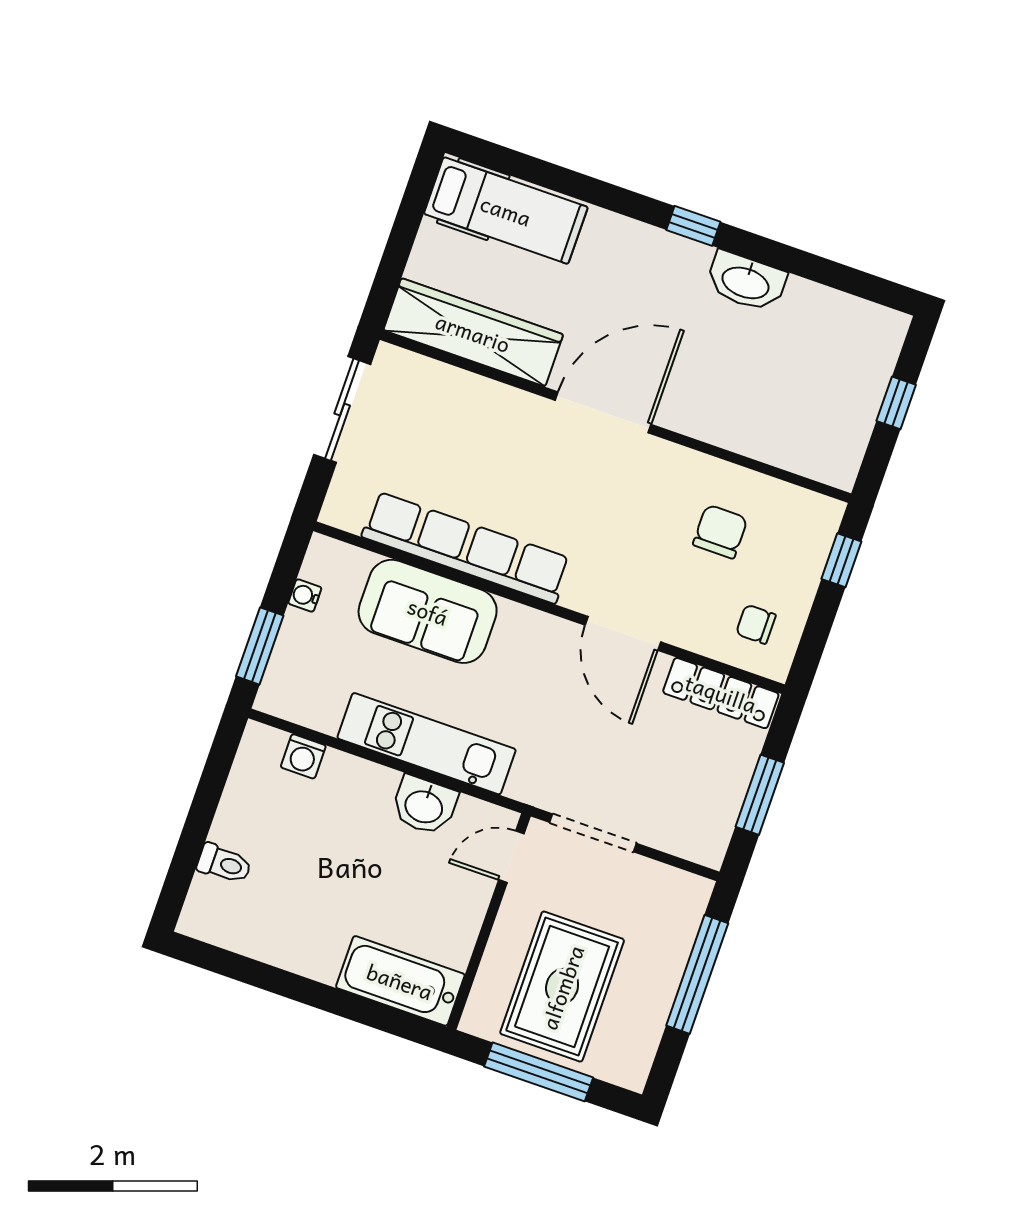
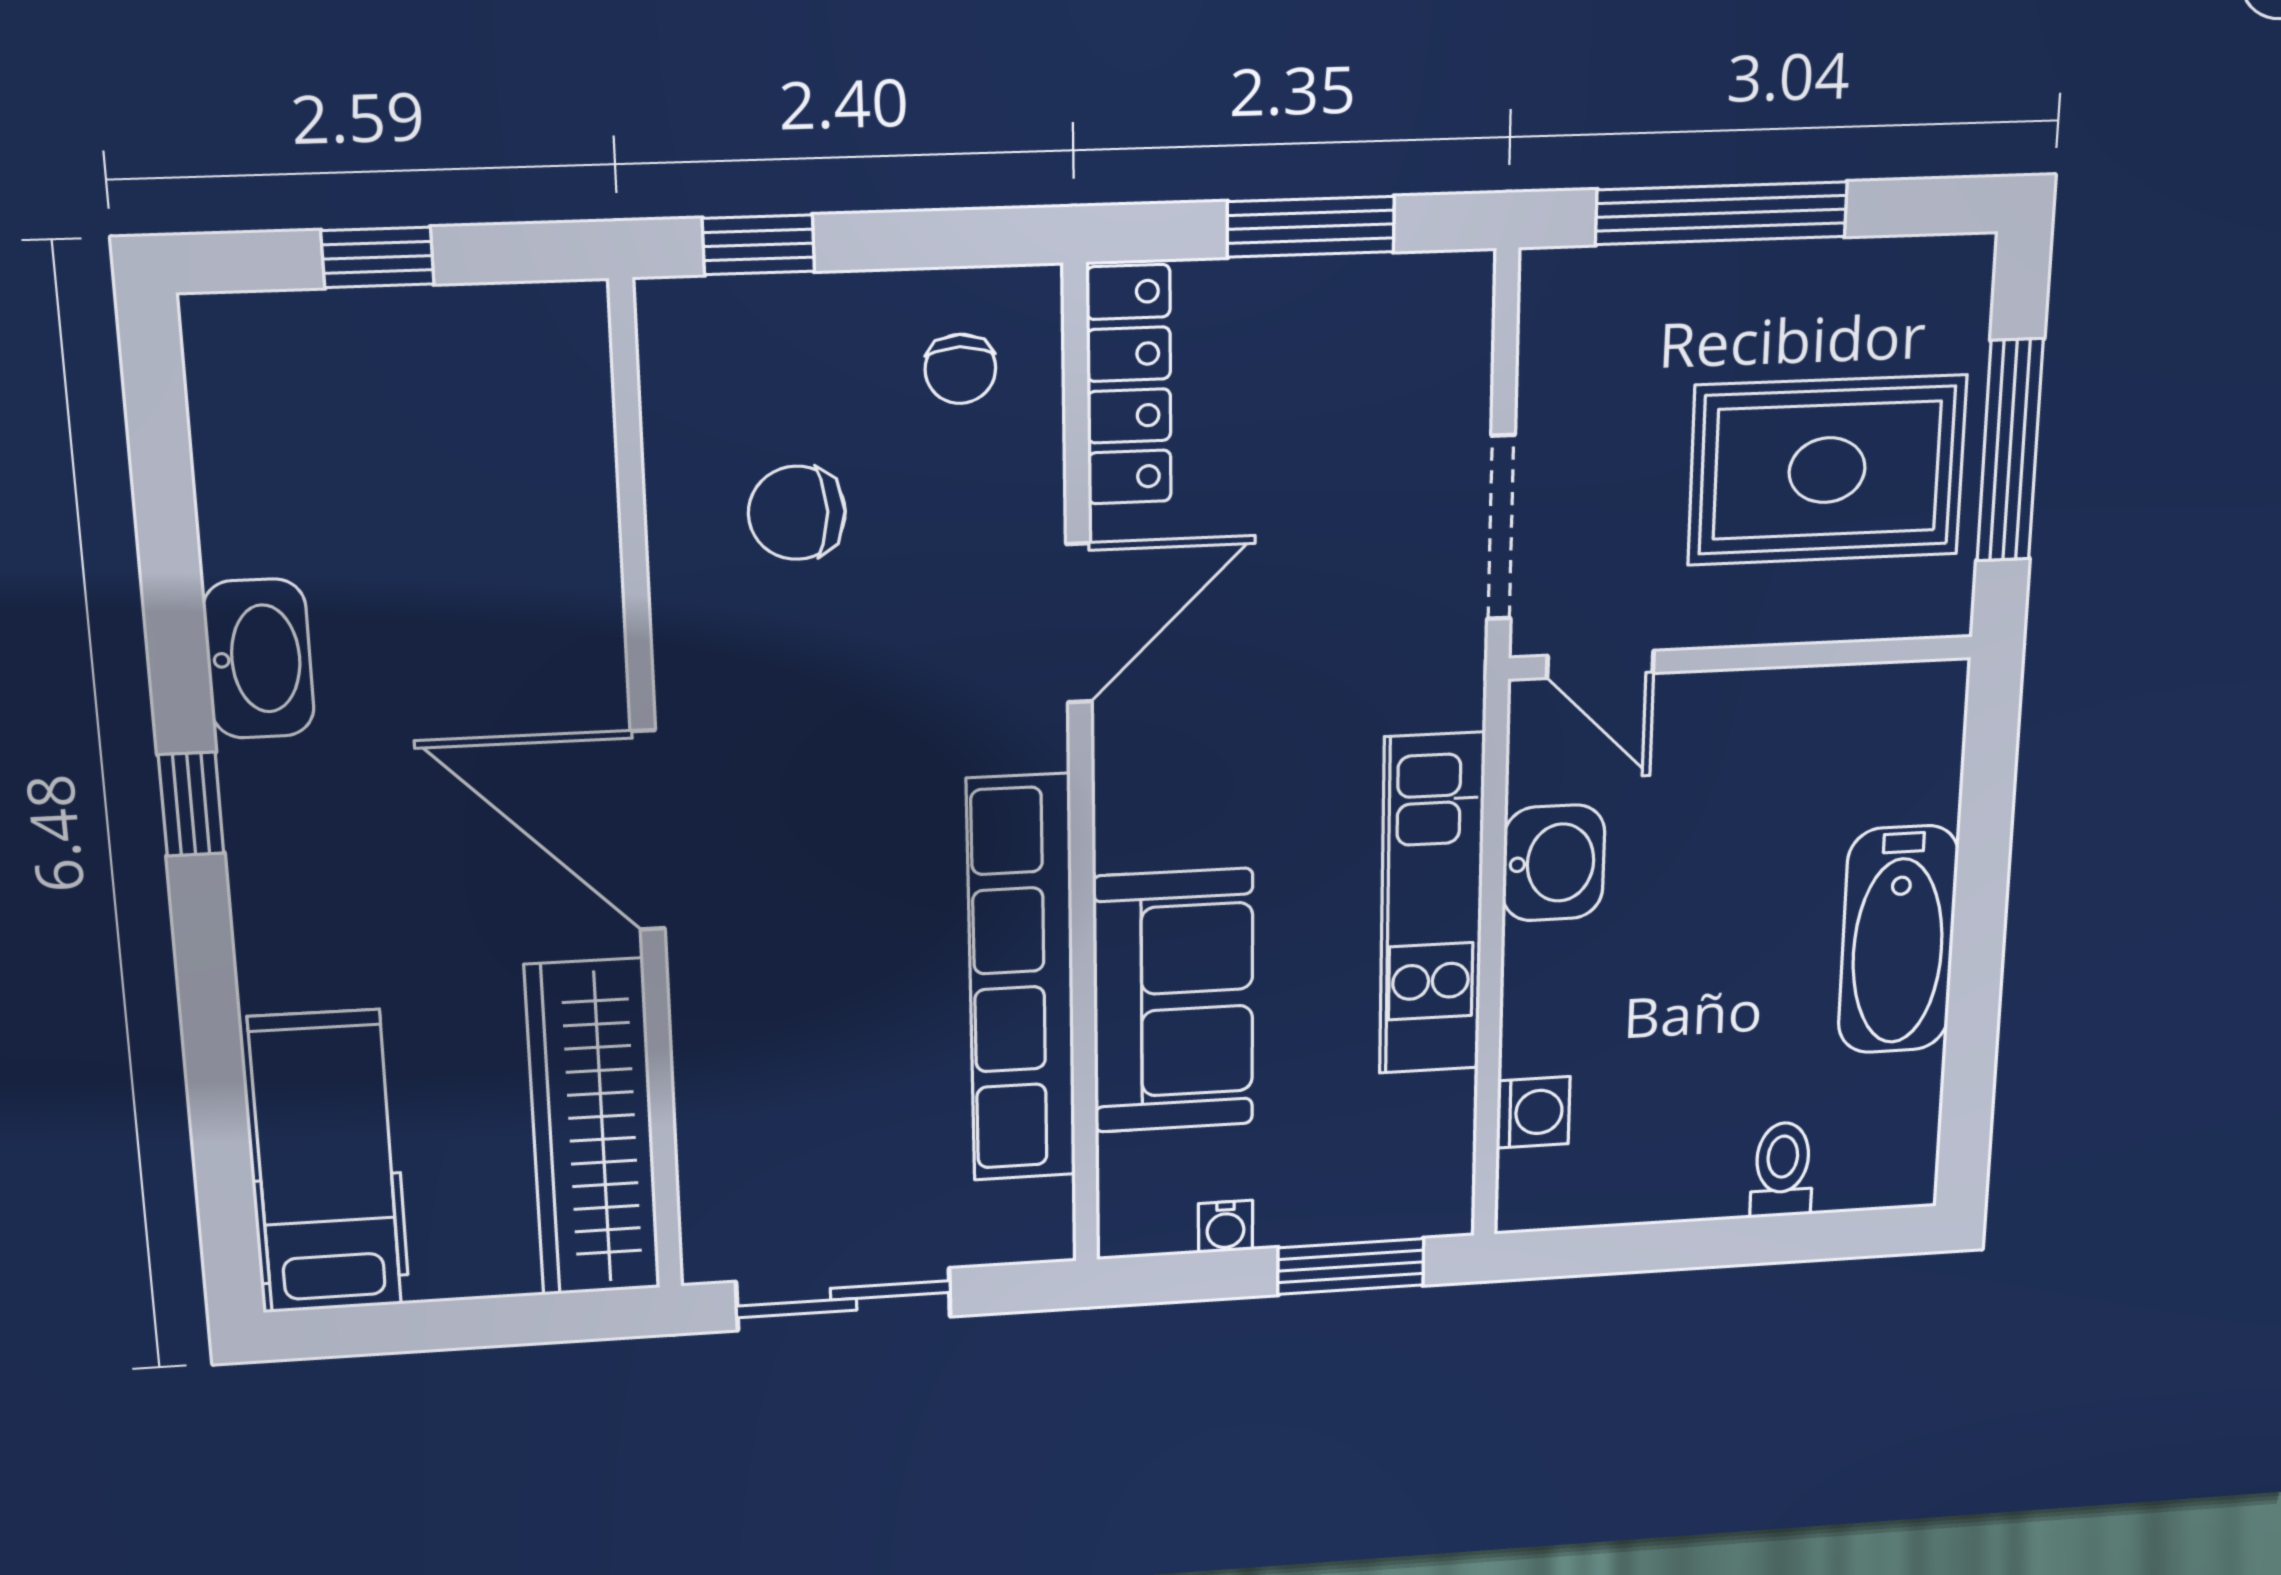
bathtub: (400, 981) -> (1898, 940), moved

